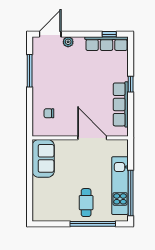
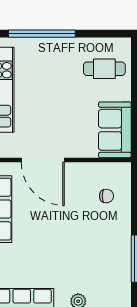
cafe table: (86, 203) -> (104, 69), moved, turned 90

